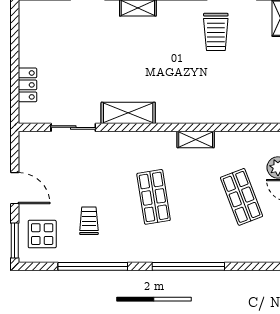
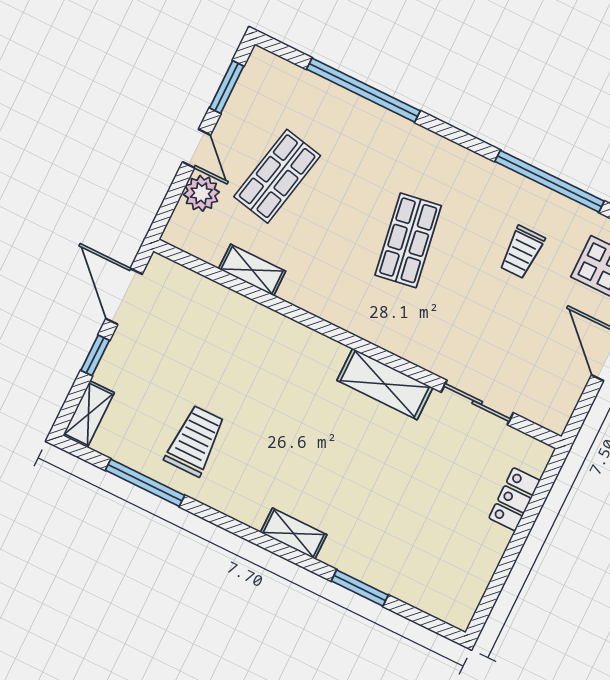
shelving: (196, 139) -> (252, 270), moved
shop shelf: (242, 197) -> (277, 176), turned 33
window: (188, 266) -> (363, 90), moved

